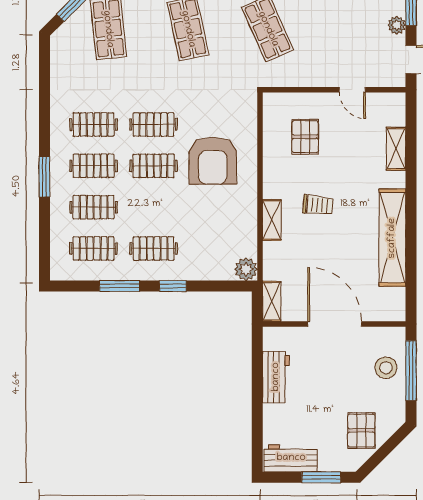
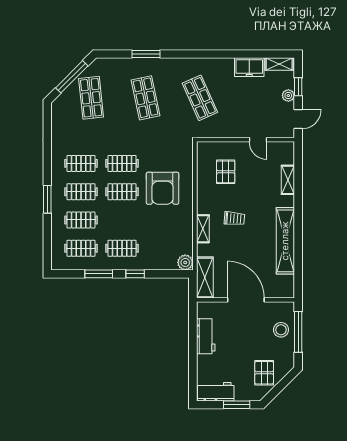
shelving: (272, 301) -> (205, 277), width x1.50, depth x1.33

